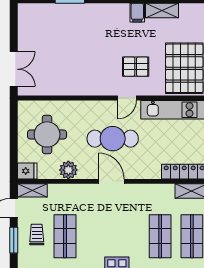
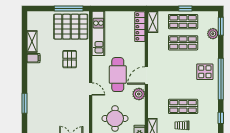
door: (127, 98) -> (91, 89), moved
plant: (68, 170) -> (139, 94), moved

